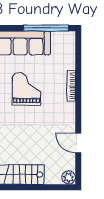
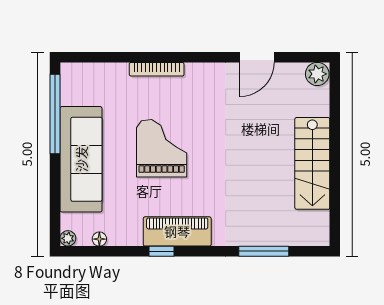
grand piano: (26, 89) -> (162, 148), turned 90

